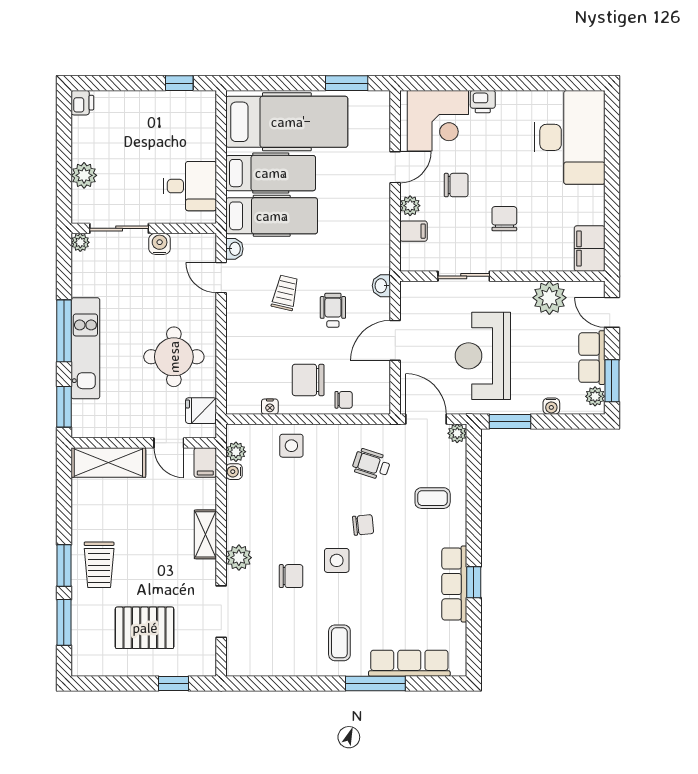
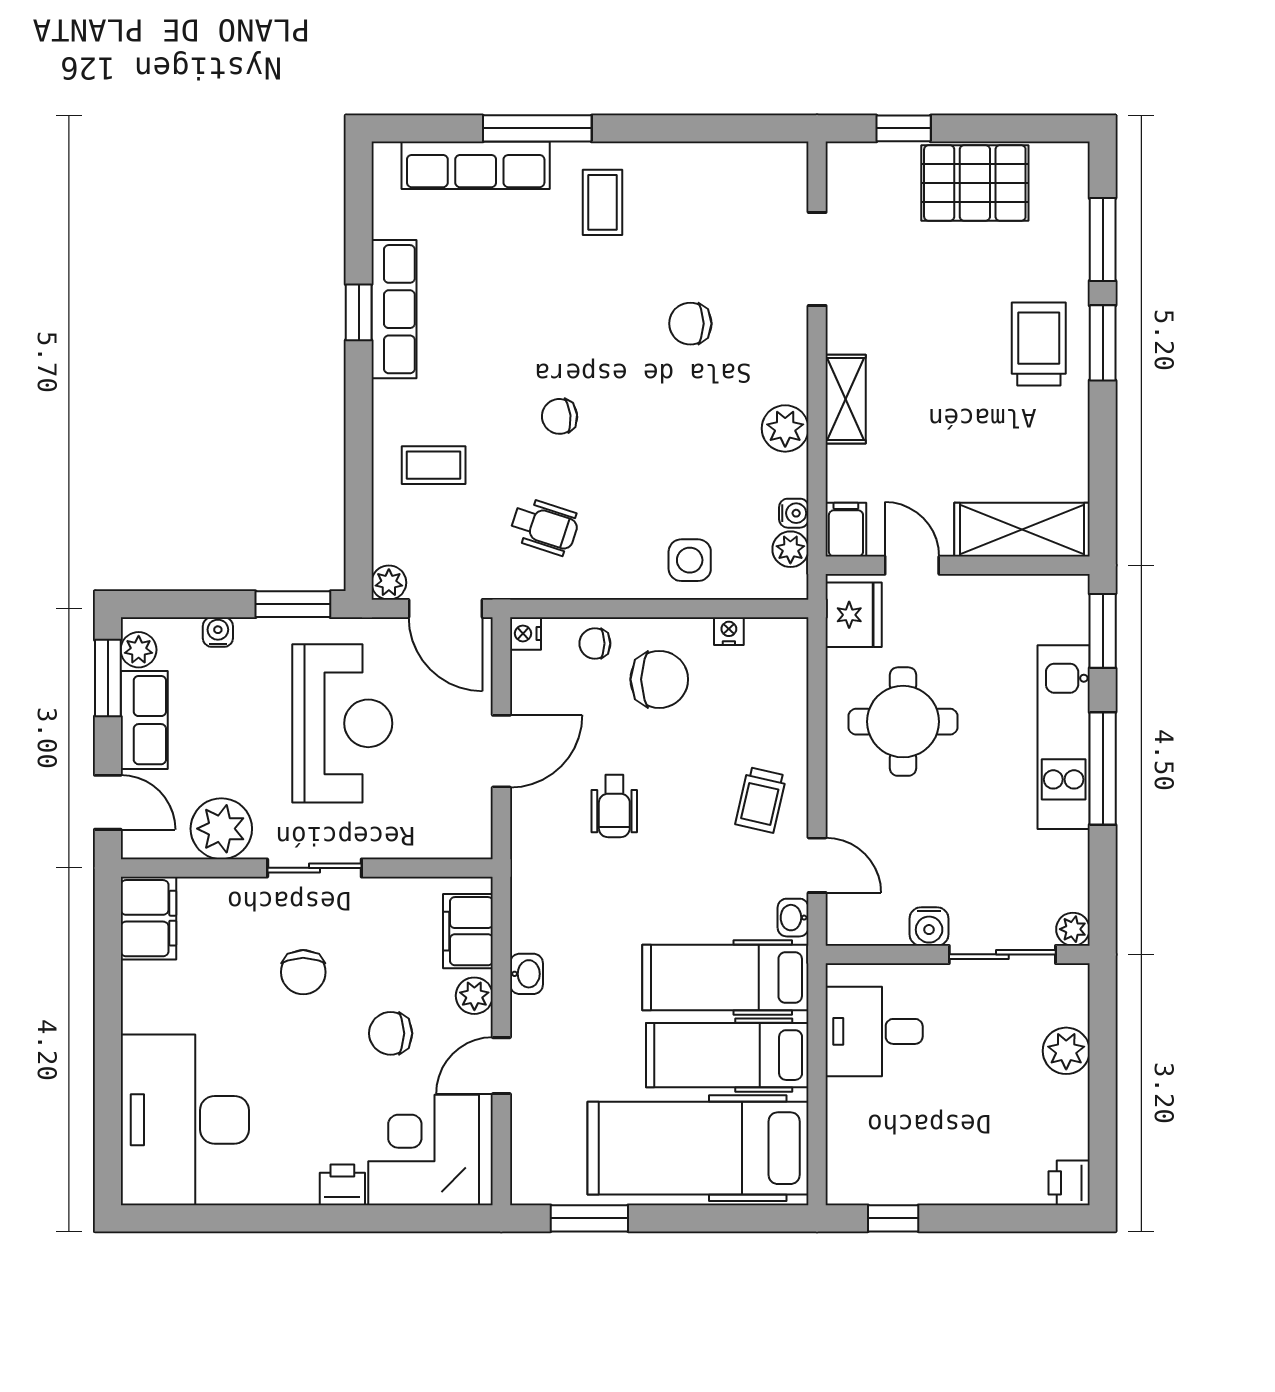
filing cabinet: (414, 231) -> (468, 931), width x2.00
sliding door: (464, 276) -> (314, 868), moved
washbasin: (381, 286) -> (526, 974), moved
trolley: (285, 293) -> (761, 800), moved
nightstand: (382, 405) -> (525, 633), added
fridge: (201, 411) -> (854, 615), width x1.38
plant: (239, 558) -> (785, 428), moved
side table: (337, 560) -> (608, 352), removed
pallet: (145, 628) -> (975, 183), moved

